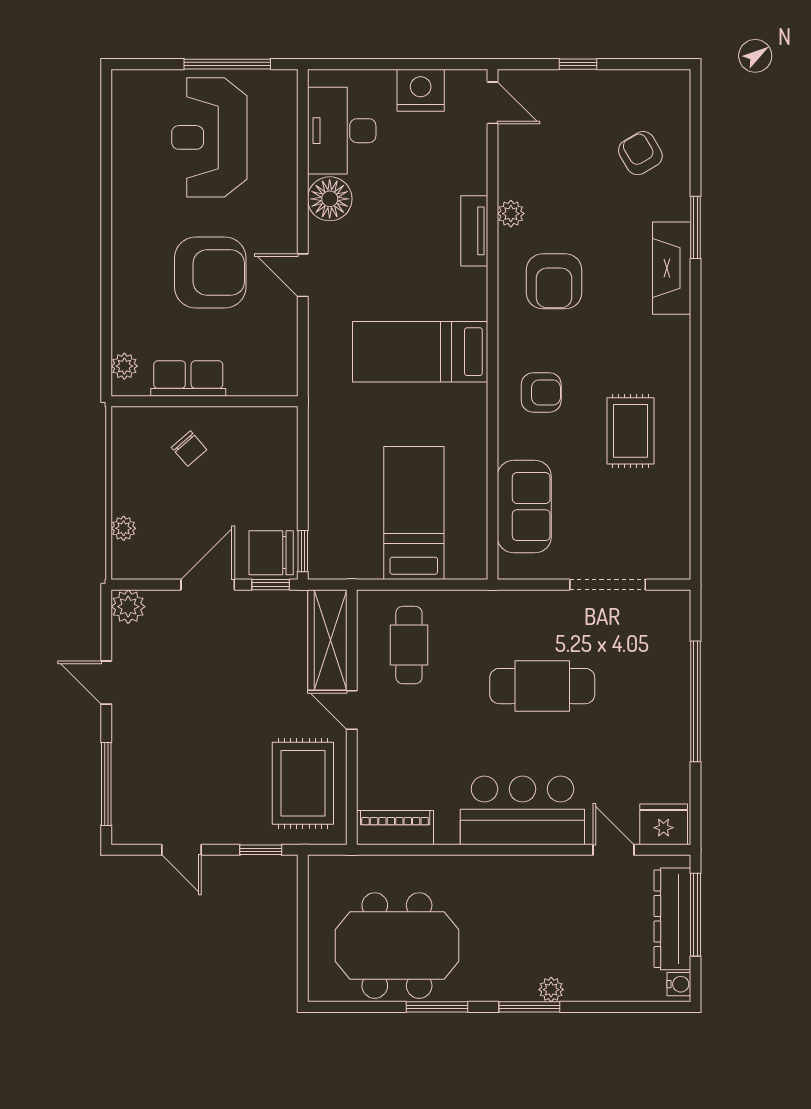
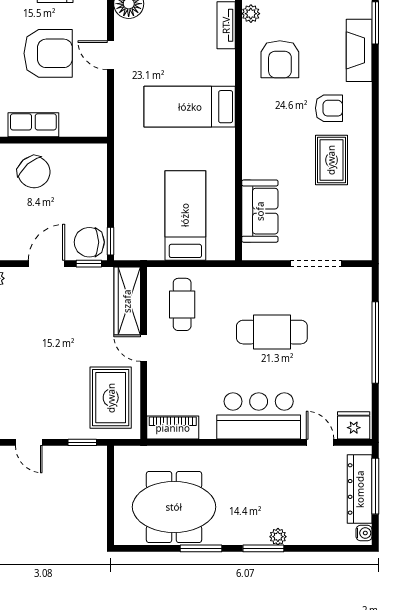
armchair: (541, 392) -> (329, 108), moved
chair: (189, 449) -> (34, 172), width x1.87, depth x1.87

